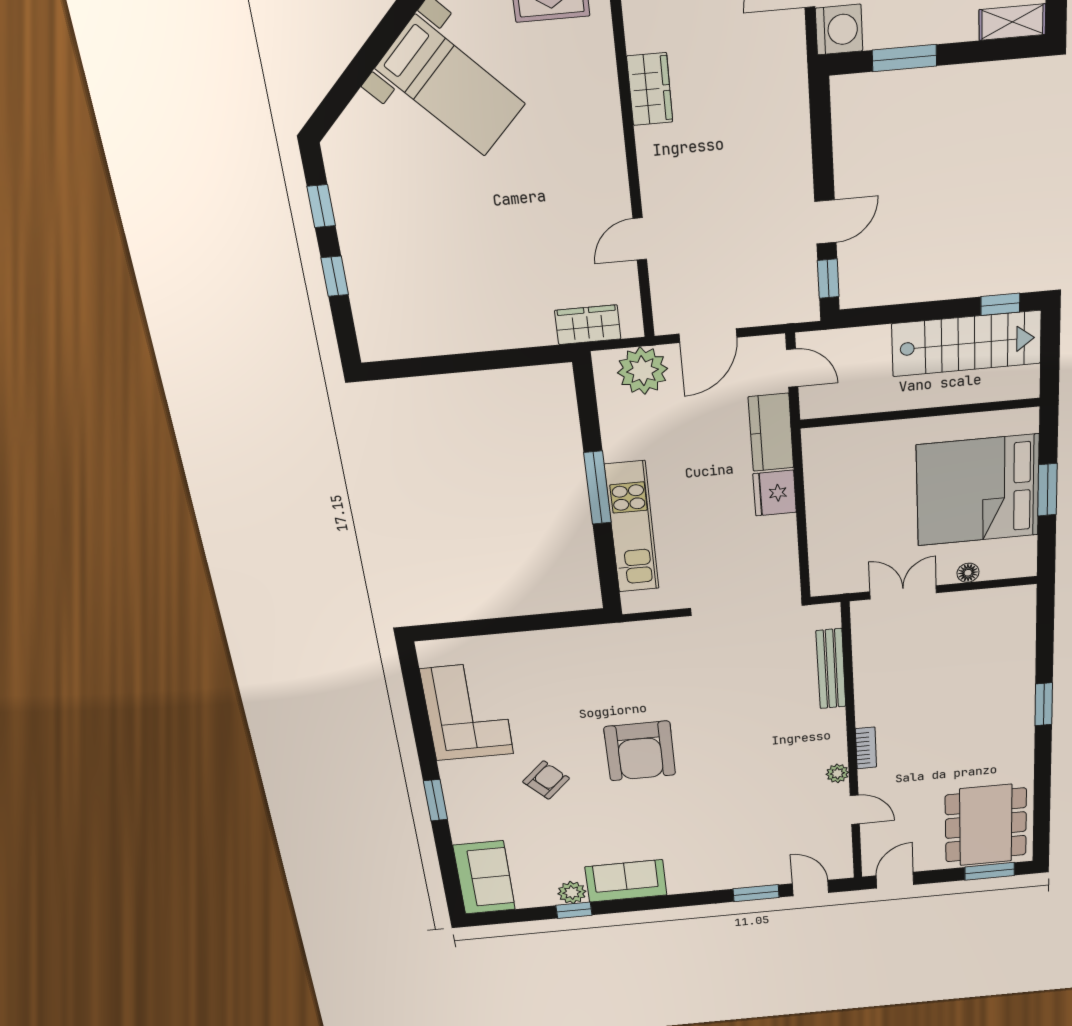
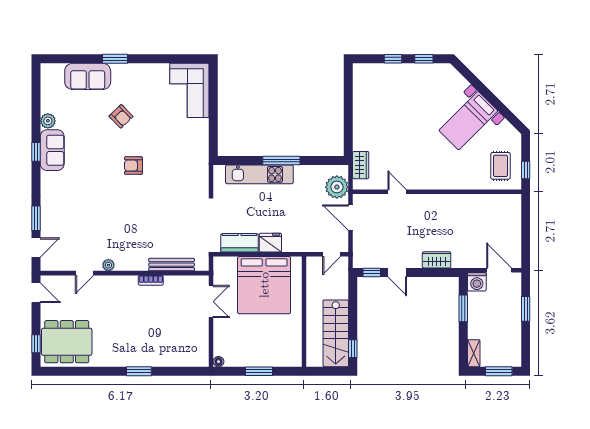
wardrobe: (650, 89) -> (437, 260), moved, turned 180
kitchen counter: (771, 432) -> (240, 243), moved
bed: (978, 490) -> (264, 285), moved, turned 180
floor lamp: (968, 573) -> (218, 362), moved
corner sofa: (467, 712) -> (189, 90), moved, turned 90
bookcase: (866, 748) -> (151, 280), moved
armchair: (640, 751) -> (133, 166), width x0.53, depth x0.53
window: (990, 871) -> (36, 344), width x0.67
sofa: (484, 878) -> (88, 76), moved
window: (574, 910) -> (36, 152), moved

